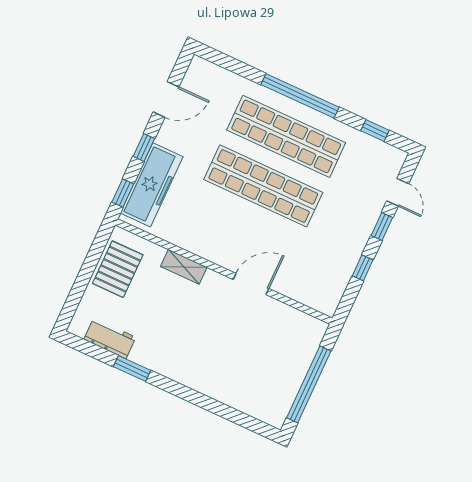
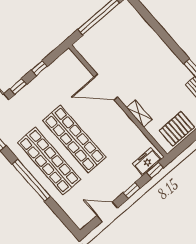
freezer: (152, 185) -> (147, 162), width x0.52, depth x0.79
door: (251, 284) -> (106, 87), width x1.36

